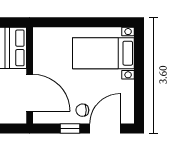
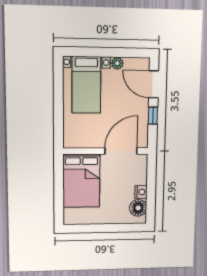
plant: (127, 87) -> (117, 63), added
chair: (82, 110) -> (137, 105), removed

